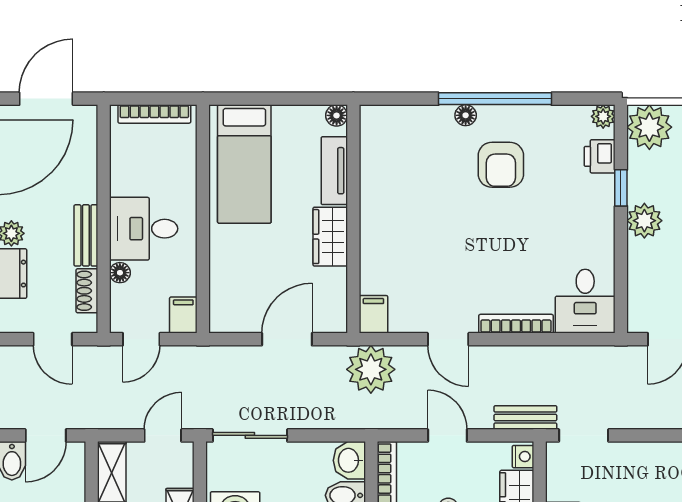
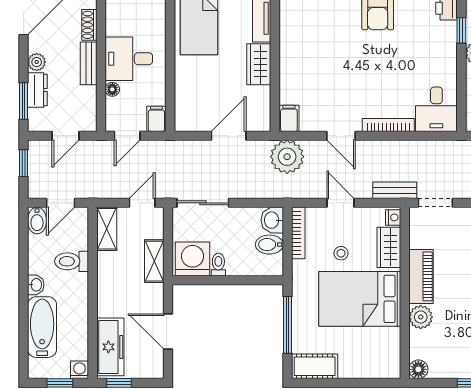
shoe rack: (87, 291) -> (89, 25), moved
door: (53, 339) -> (65, 136), hinge flipped

